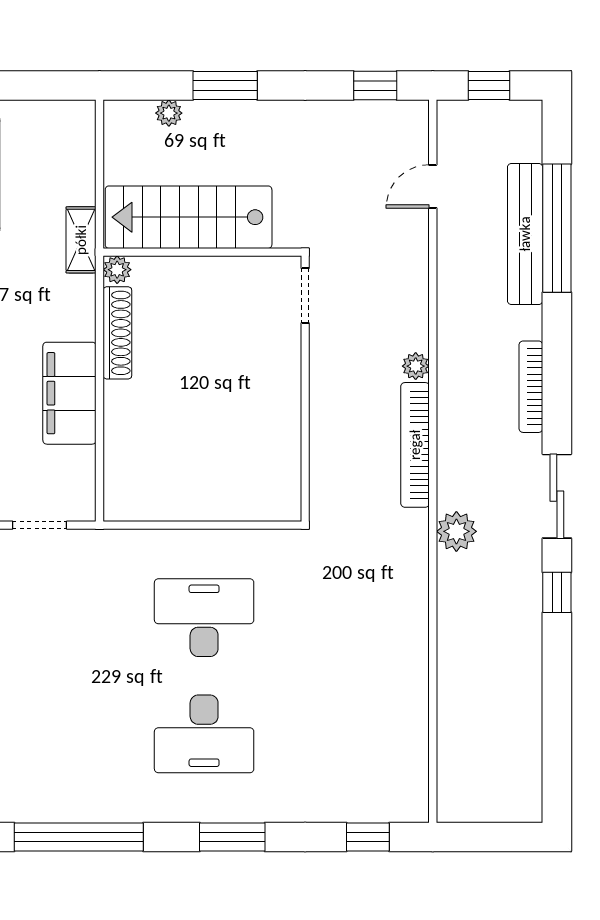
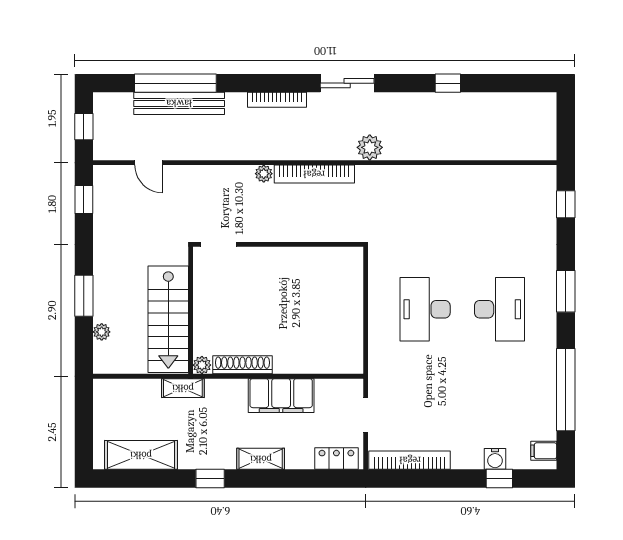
window: (557, 592) -> (448, 83), moved

